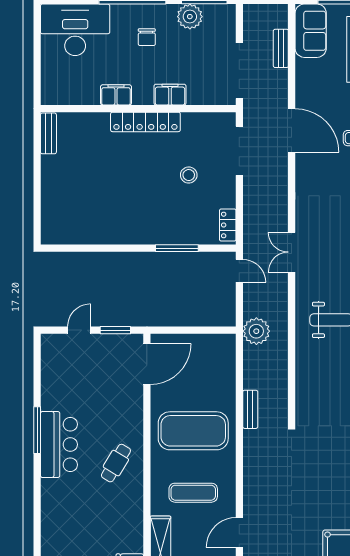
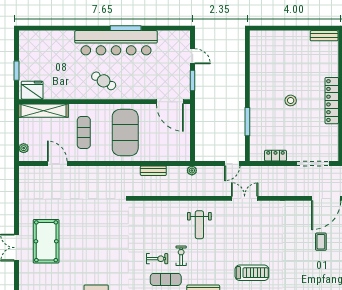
stool: (189, 175) -> (291, 100), moved
locker: (228, 225) -> (275, 156), moved
plant: (256, 331) -> (192, 171), width x0.53, depth x0.53
bench: (250, 409) -> (153, 171), moved
bar counter: (59, 444) -> (116, 43), width x1.86

